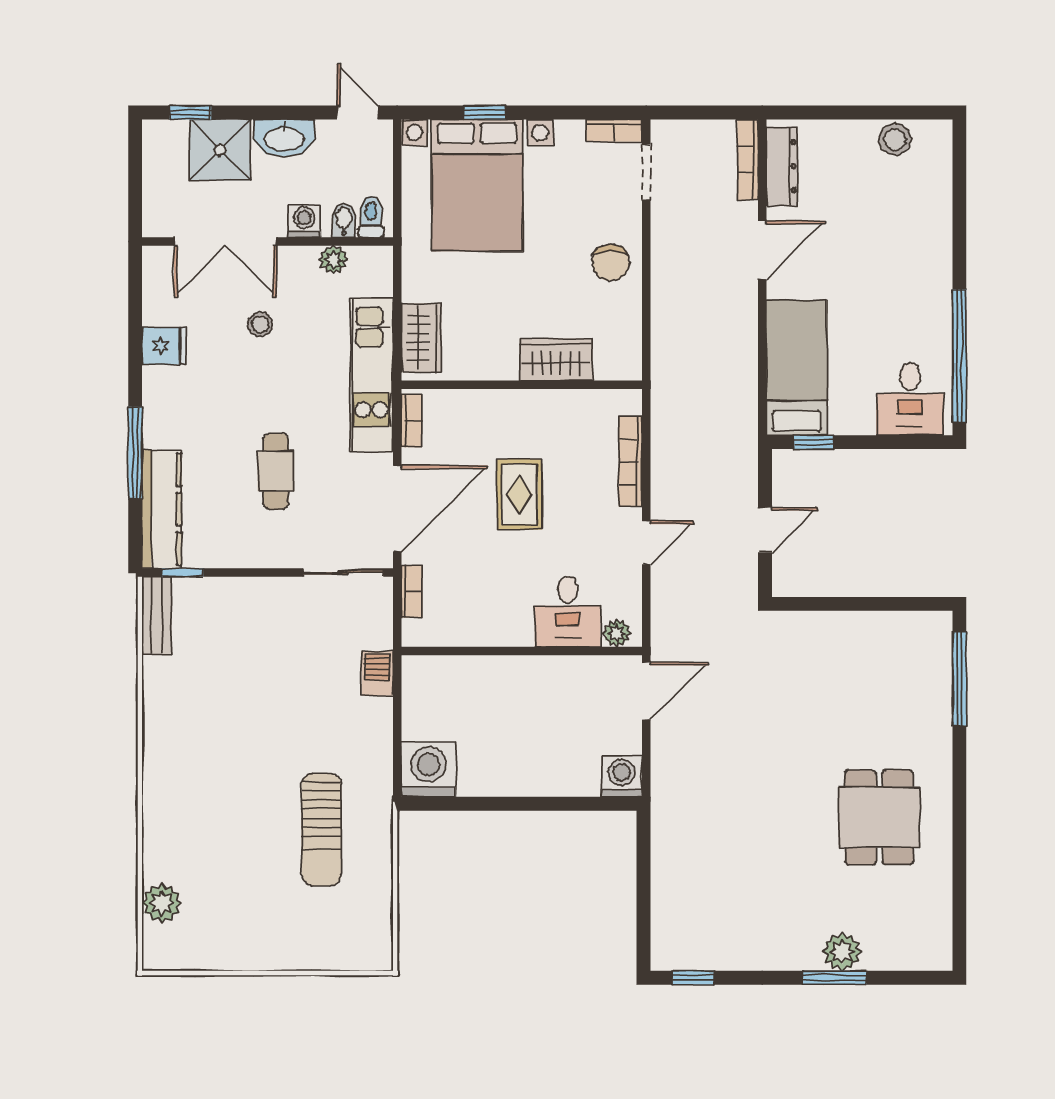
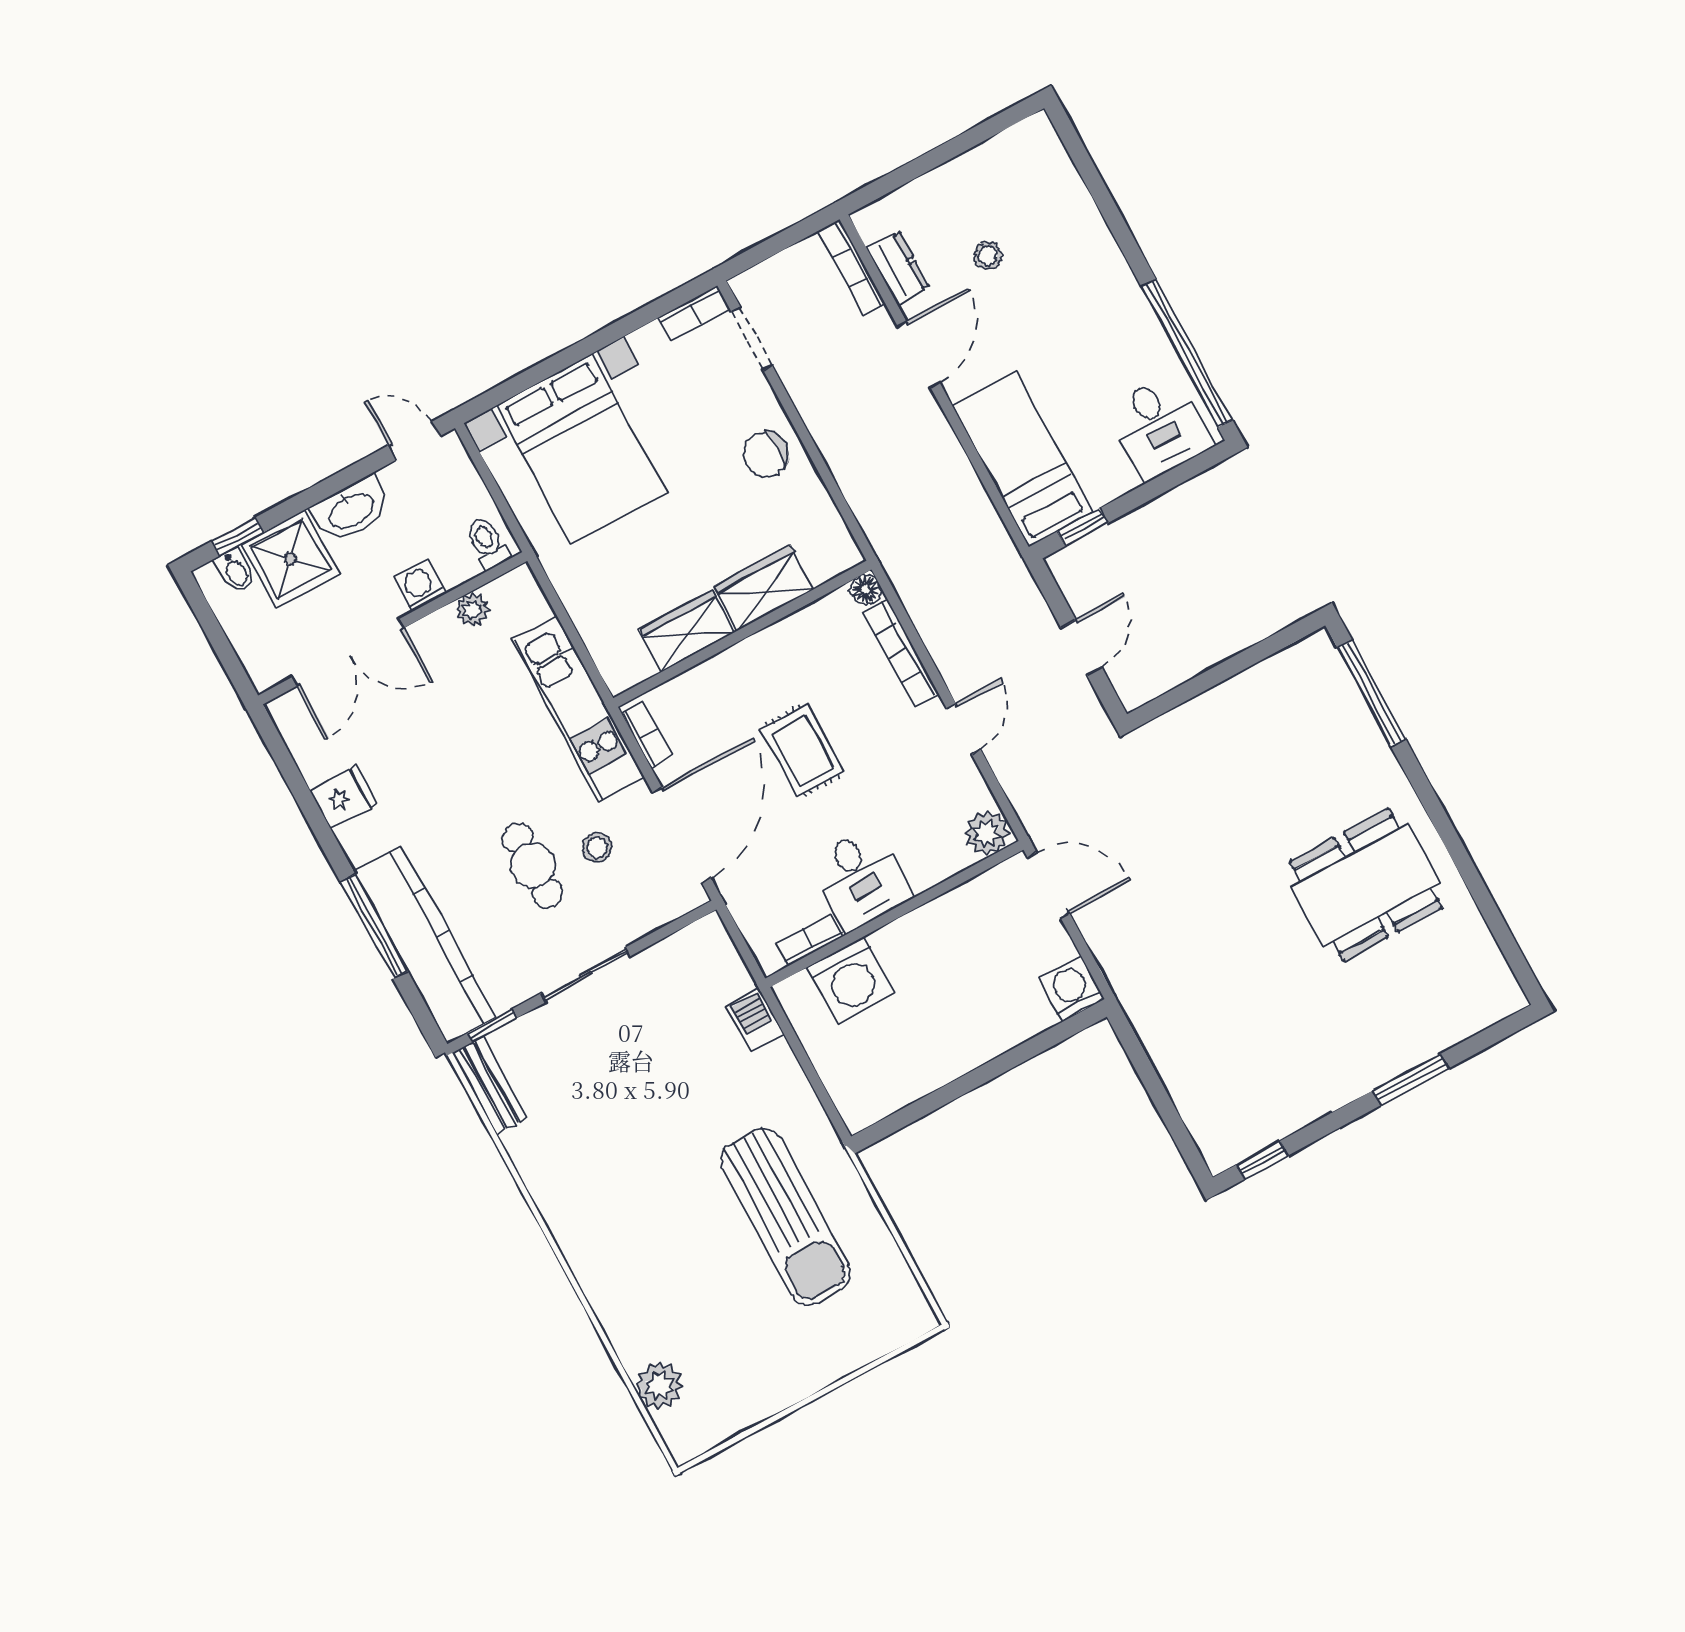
window: (484, 113) -> (547, 368), removed
stool: (895, 139) -> (988, 256), moved, width x0.73, depth x0.73
dresser: (782, 166) -> (898, 268), width x0.70
bidet: (344, 220) -> (235, 570), moved, turned 180
chair: (611, 263) -> (766, 454), turned 90
stool: (260, 324) -> (597, 847), moved
wardrobe: (421, 338) -> (687, 631), moved, turned -90
floor lamp: (630, 401) -> (865, 589), added
kitchen counter: (162, 509) -> (425, 945), width x1.39, depth x1.17
sliding door: (343, 572) -> (586, 975), moved
bookcase: (412, 591) -> (810, 940), moved, turned -90
desk: (568, 611) -> (861, 879), moved
plant: (617, 633) -> (987, 833), width x1.38, depth x1.38
door: (646, 691) -> (1049, 885), hinge flipped
washing machine: (429, 770) -> (851, 981), moved, turned 180
dining table: (879, 817) -> (1366, 885), width x1.38
sun lounger: (322, 830) -> (786, 1217), width x1.36, depth x1.34
plant: (842, 952) -> (1404, 1048), removed

